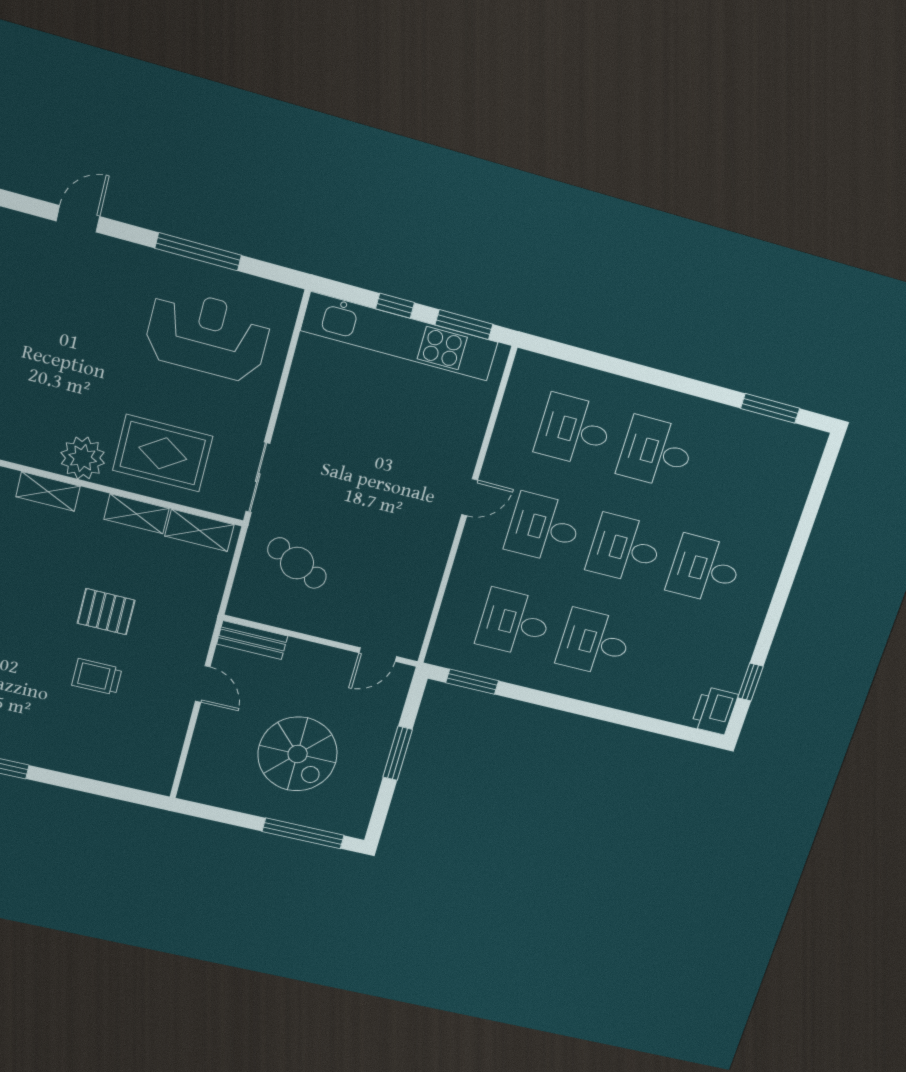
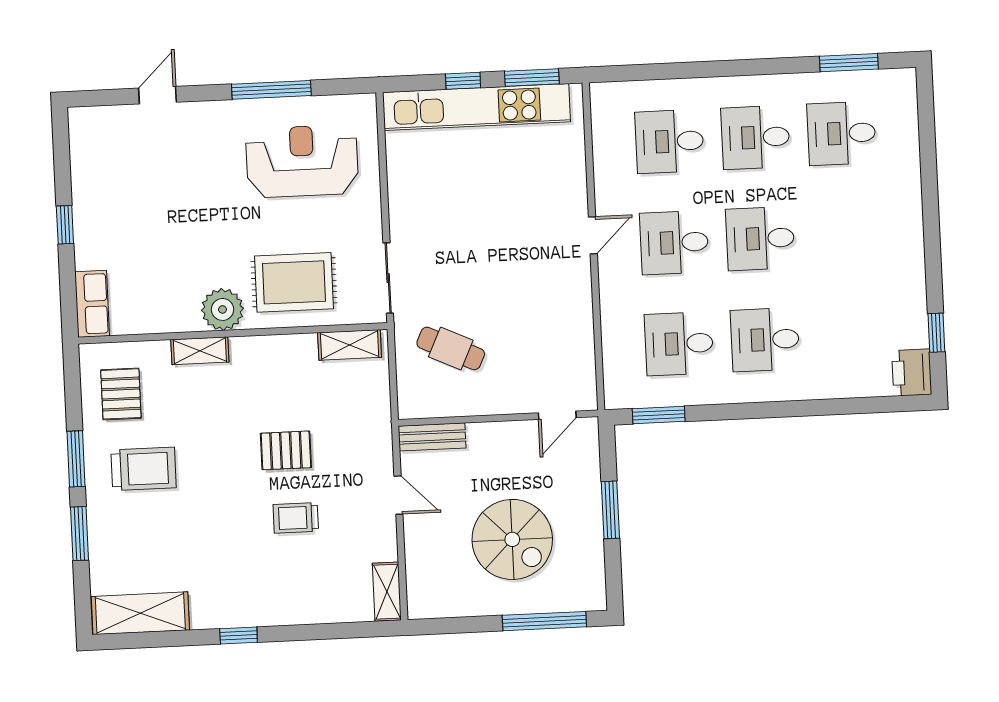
shelving: (137, 514) -> (387, 592), moved, turned 90
desk: (705, 569) -> (841, 133), moved

